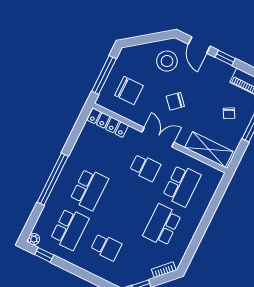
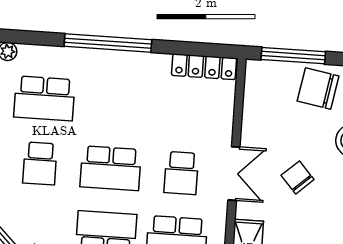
chair: (129, 91) -> (318, 89), moved, turned 100
locker: (108, 123) -> (204, 67), moved, turned -90
school desk: (89, 189) -> (111, 168), moved

